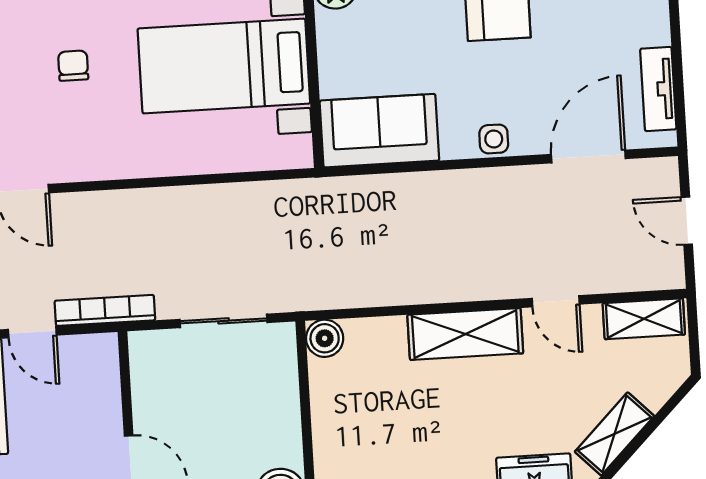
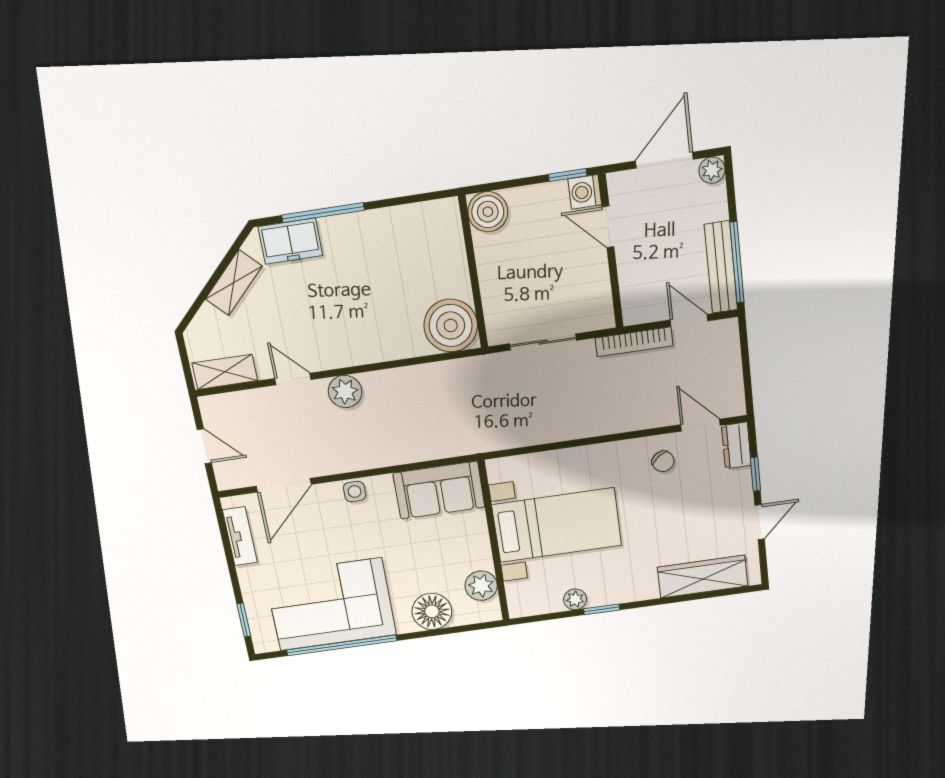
chair: (73, 66) -> (663, 461), moved, turned -36
plant: (489, 278) -> (345, 392), added
shelving: (465, 334) -> (358, 349), removed
boiler: (325, 338) -> (451, 326), width x1.86, depth x1.86

